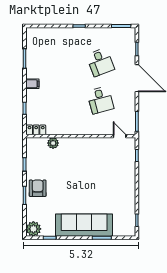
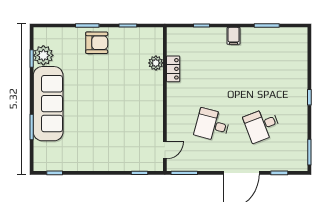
desk: (100, 100) -> (212, 125), turned 30
locker: (36, 130) -> (173, 69), moved
plant: (33, 229) -> (43, 55), moved

